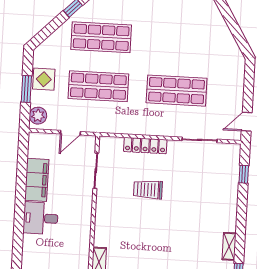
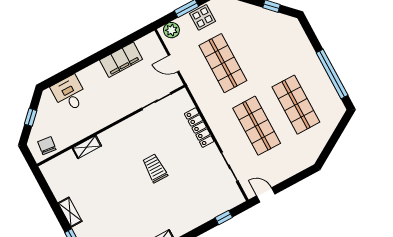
shop shelf: (101, 37) -> (296, 105), moved
trolley: (148, 190) -> (155, 168), moved
desk: (41, 218) -> (69, 94), moved

